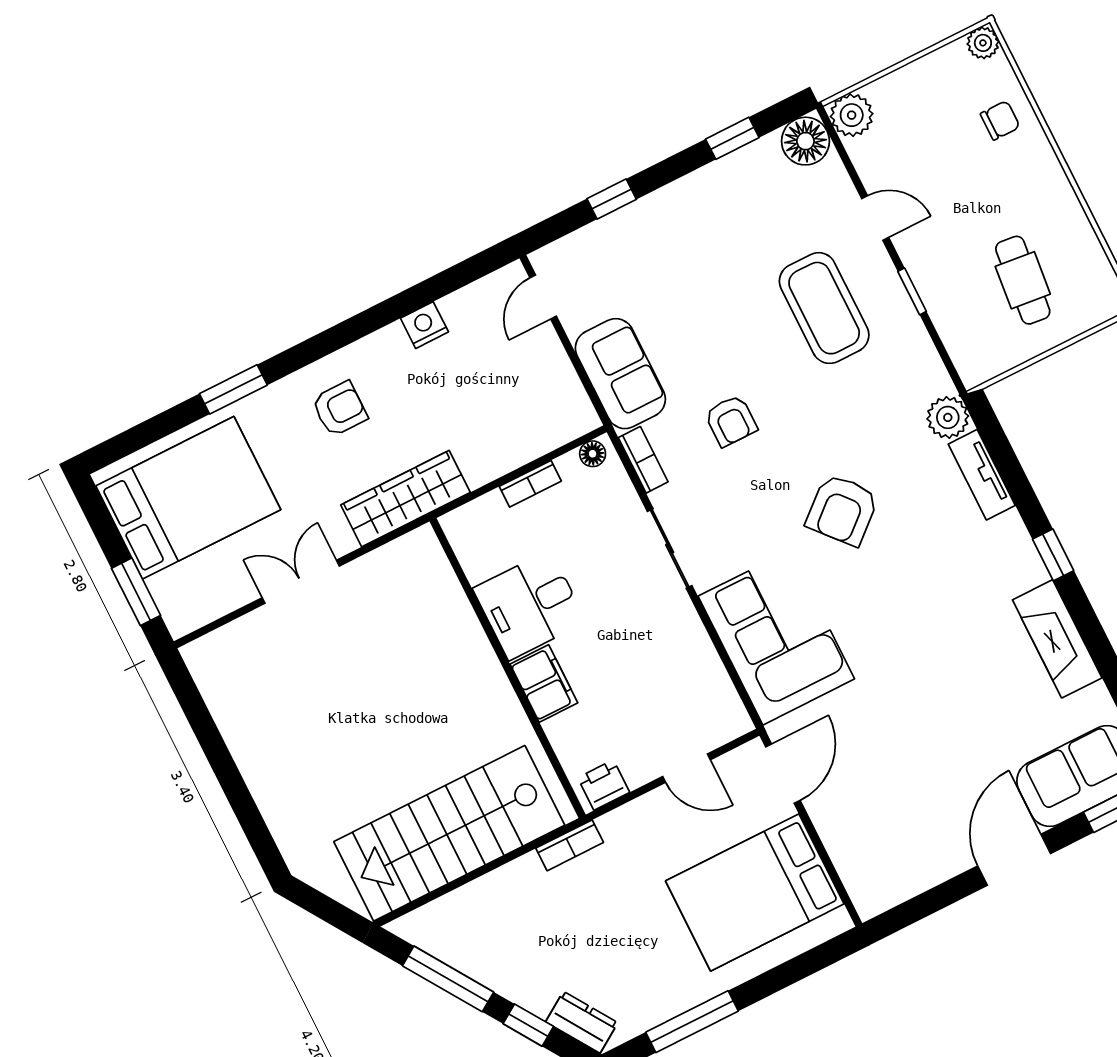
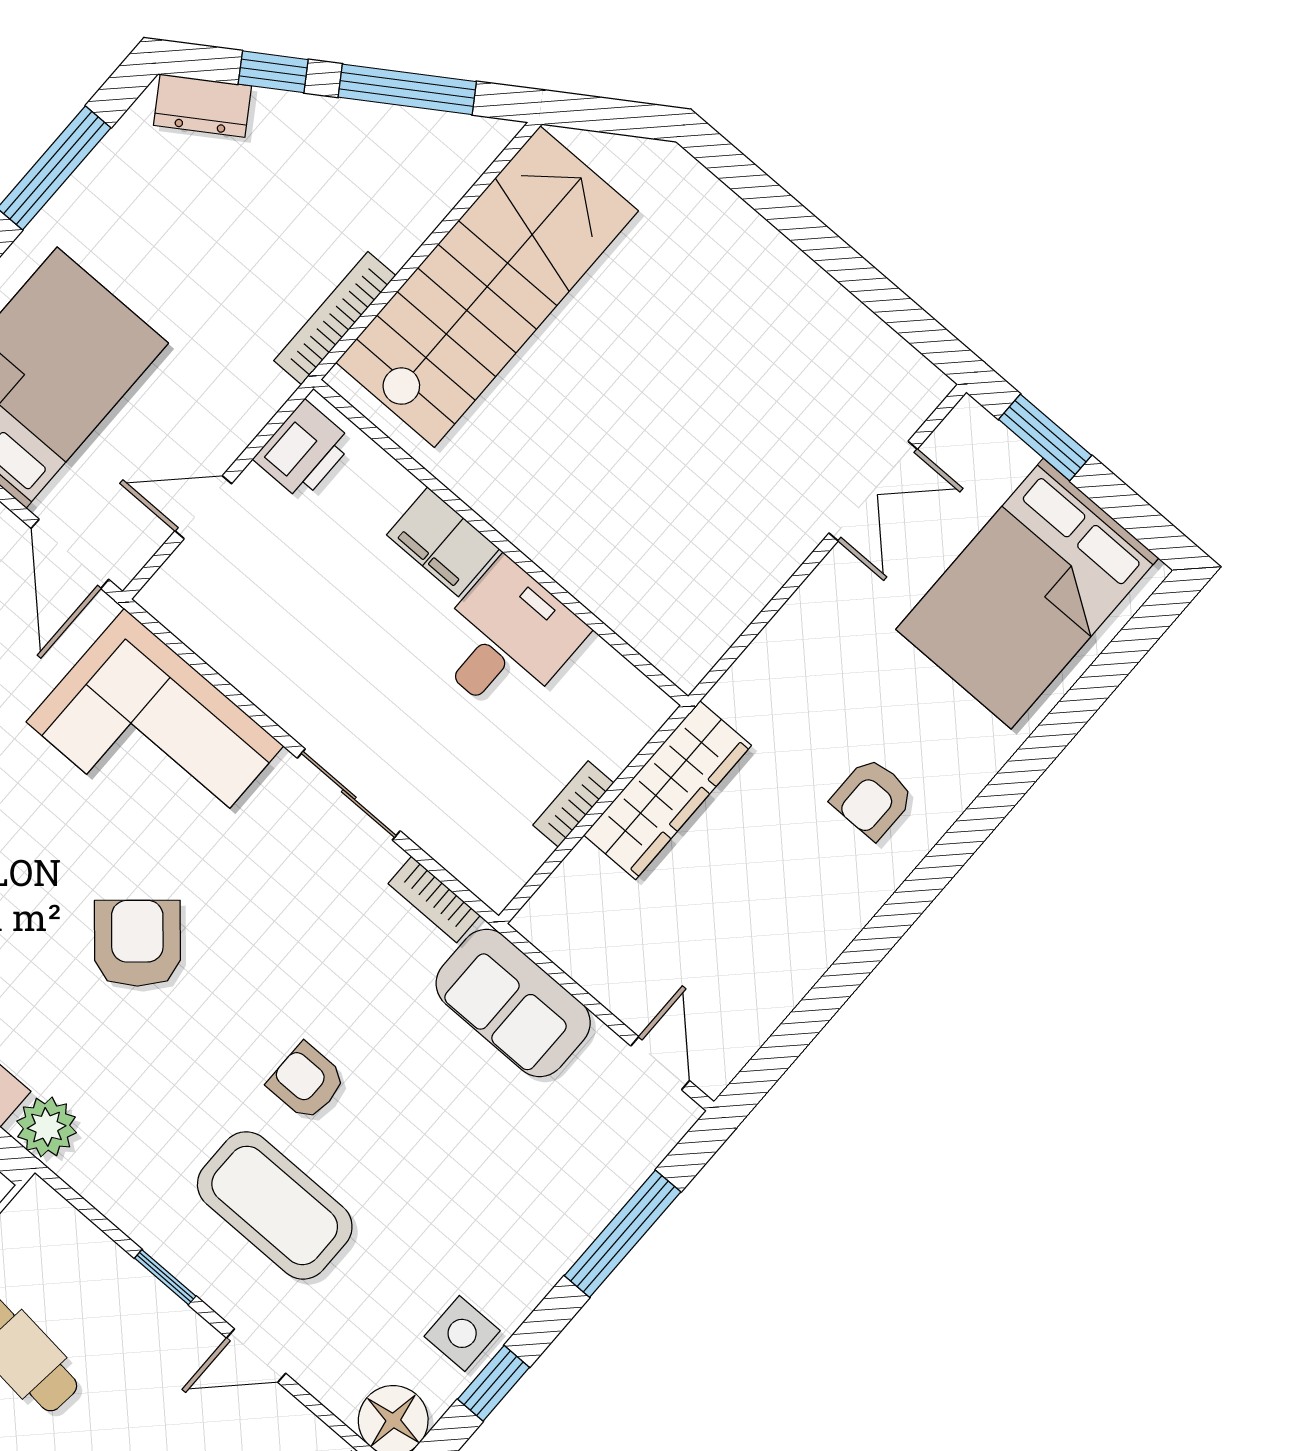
side table: (739, 178) -> (462, 1333), added
window: (612, 199) -> (623, 1234), width x2.17
nightstand: (424, 325) -> (805, 959), removed
window: (233, 389) -> (1027, 765), removed
armchair: (731, 421) -> (307, 1082), moved
floor lamp: (593, 454) -> (506, 879), removed
wardrobe: (405, 499) -> (668, 790), moved
double door: (301, 582) -> (873, 491), moved
printer: (604, 785) -> (303, 451), width x1.36, depth x1.24
bookcase: (570, 845) -> (335, 318), width x1.56

